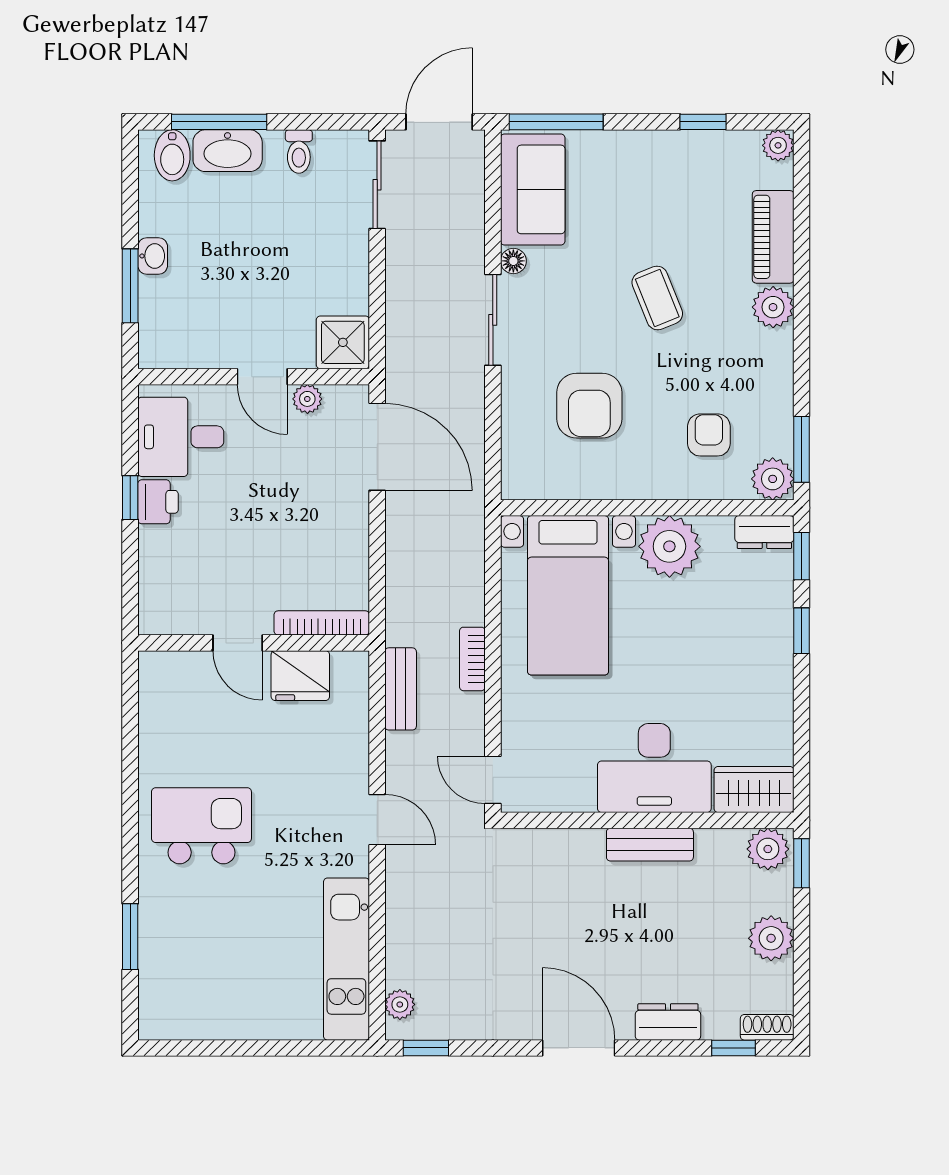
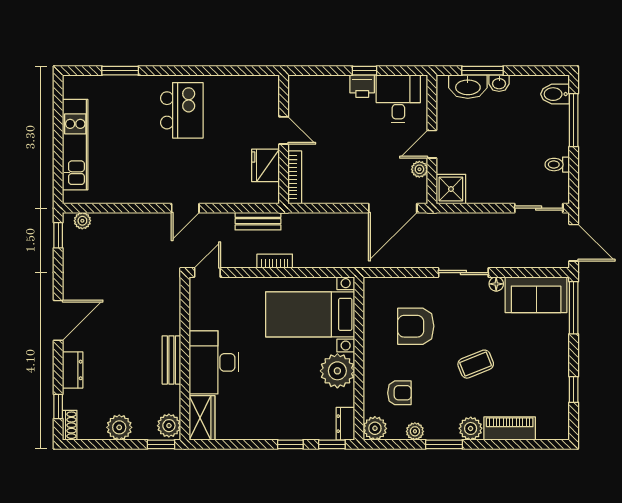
plant: (778, 145) -> (415, 431), moved
washbasin: (228, 151) -> (468, 87), moved, turned -90
window: (802, 449) -> (444, 444), moved
door: (238, 643) -> (284, 130), swing flipped
kitchen unit: (346, 959) -> (75, 145), moved, turned 90

